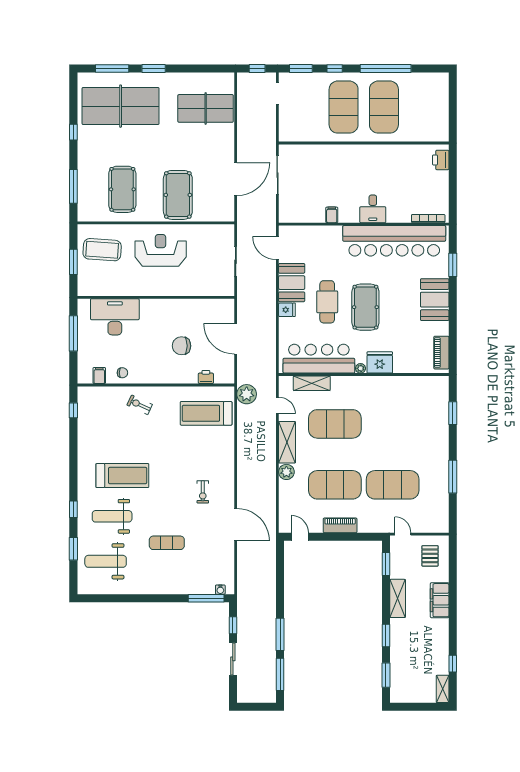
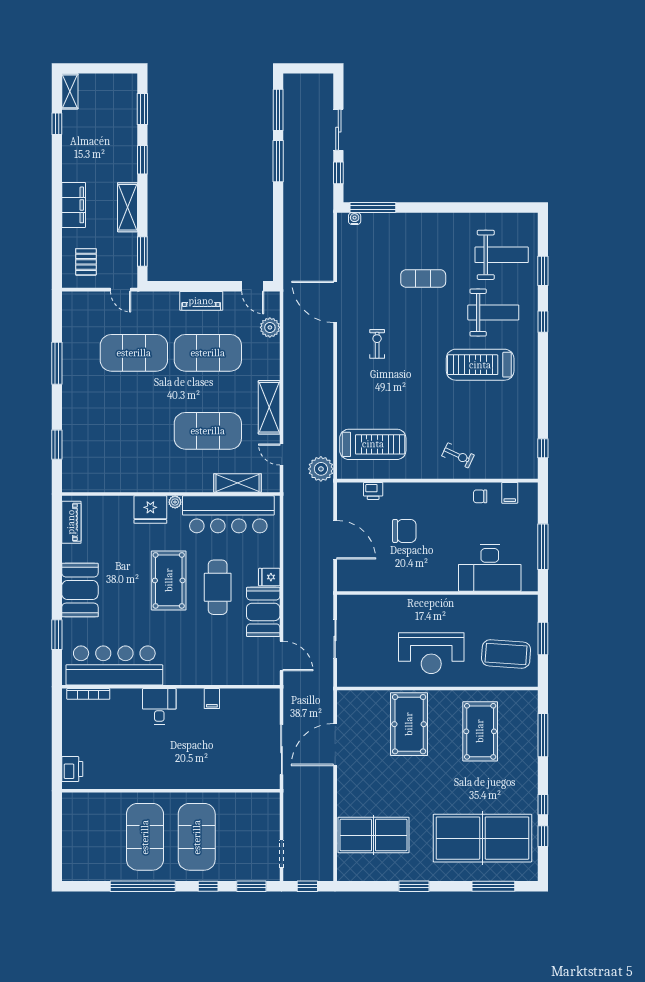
window: (154, 68) -> (414, 886), moved
window: (73, 108) -> (543, 836), added
bar counter: (394, 241) -> (114, 665), width x0.73
plant: (286, 472) -> (270, 327), moved

